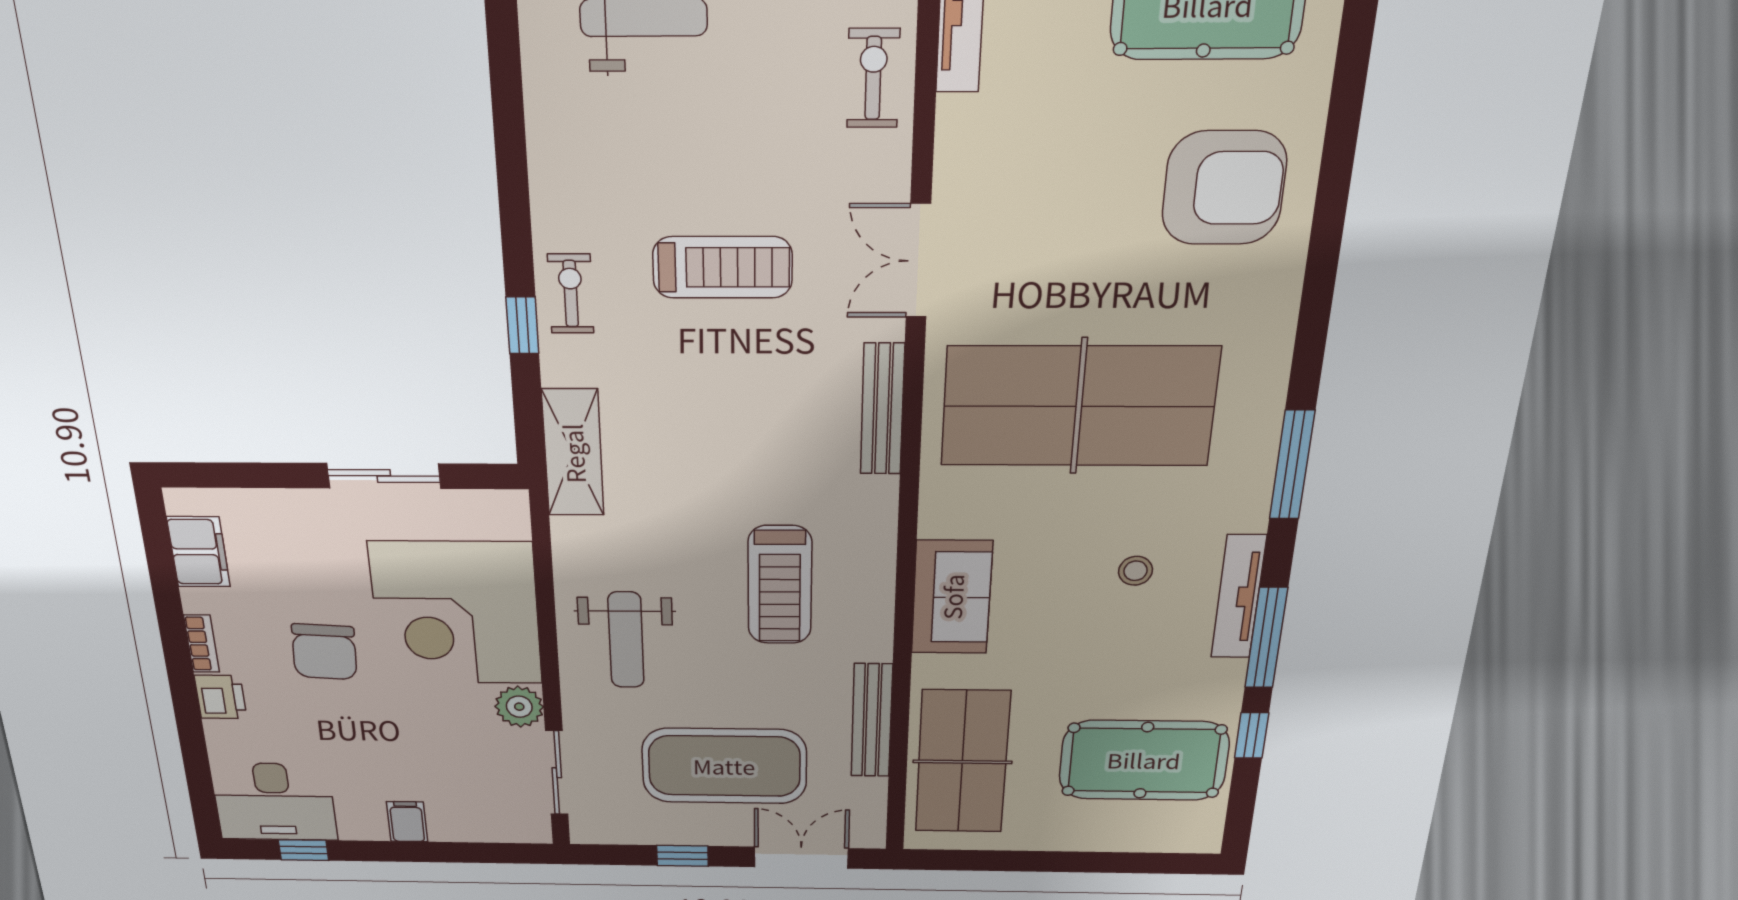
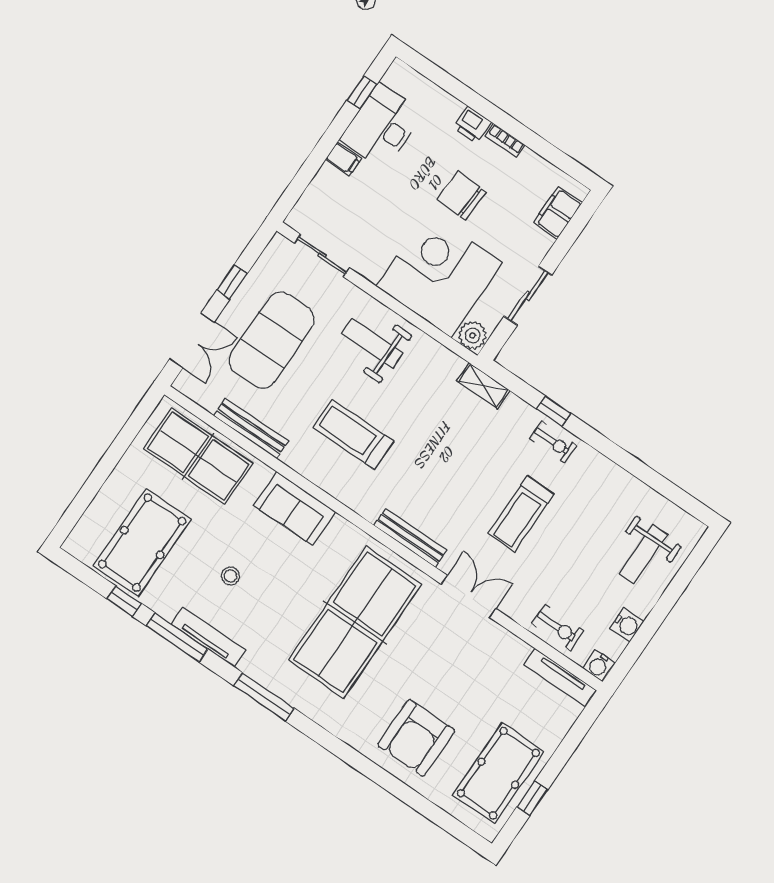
shelving: (573, 453) -> (483, 386), width x0.67, depth x0.75
filing cabinet: (198, 552) -> (558, 213), moved, turned 90
stool: (1135, 571) -> (230, 576), moved
plant: (519, 707) -> (473, 335), moved
desk: (274, 802) -> (382, 126), moved

